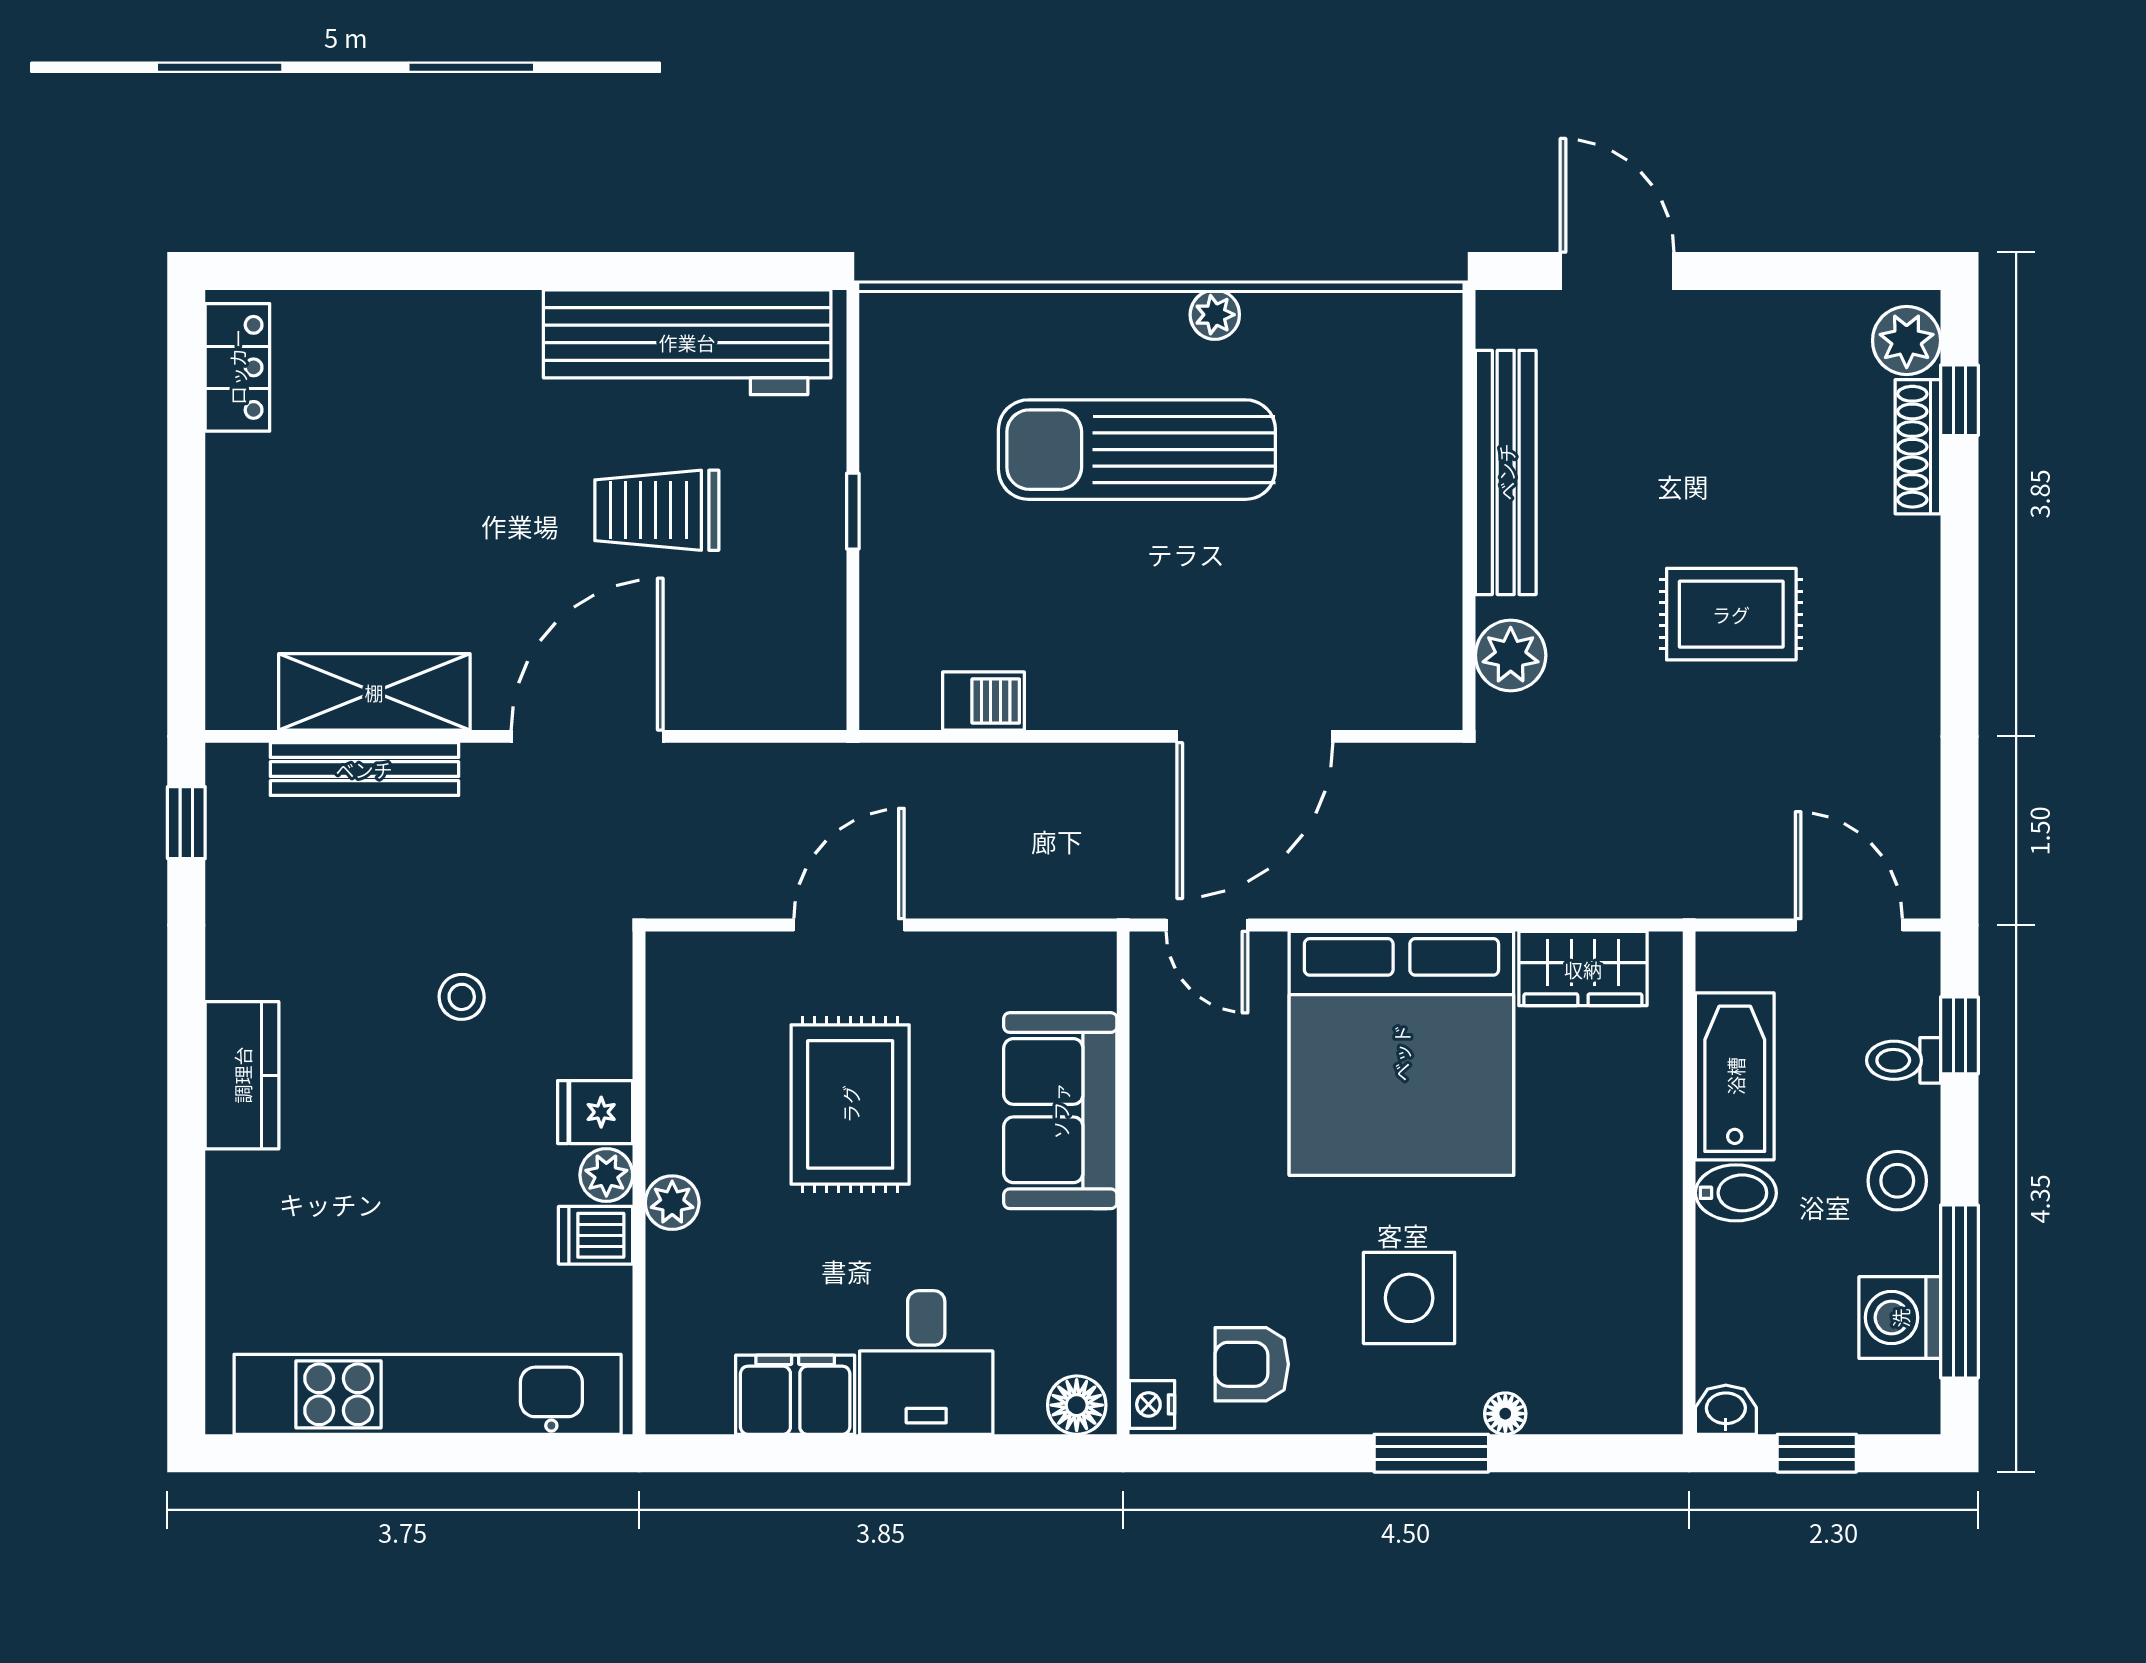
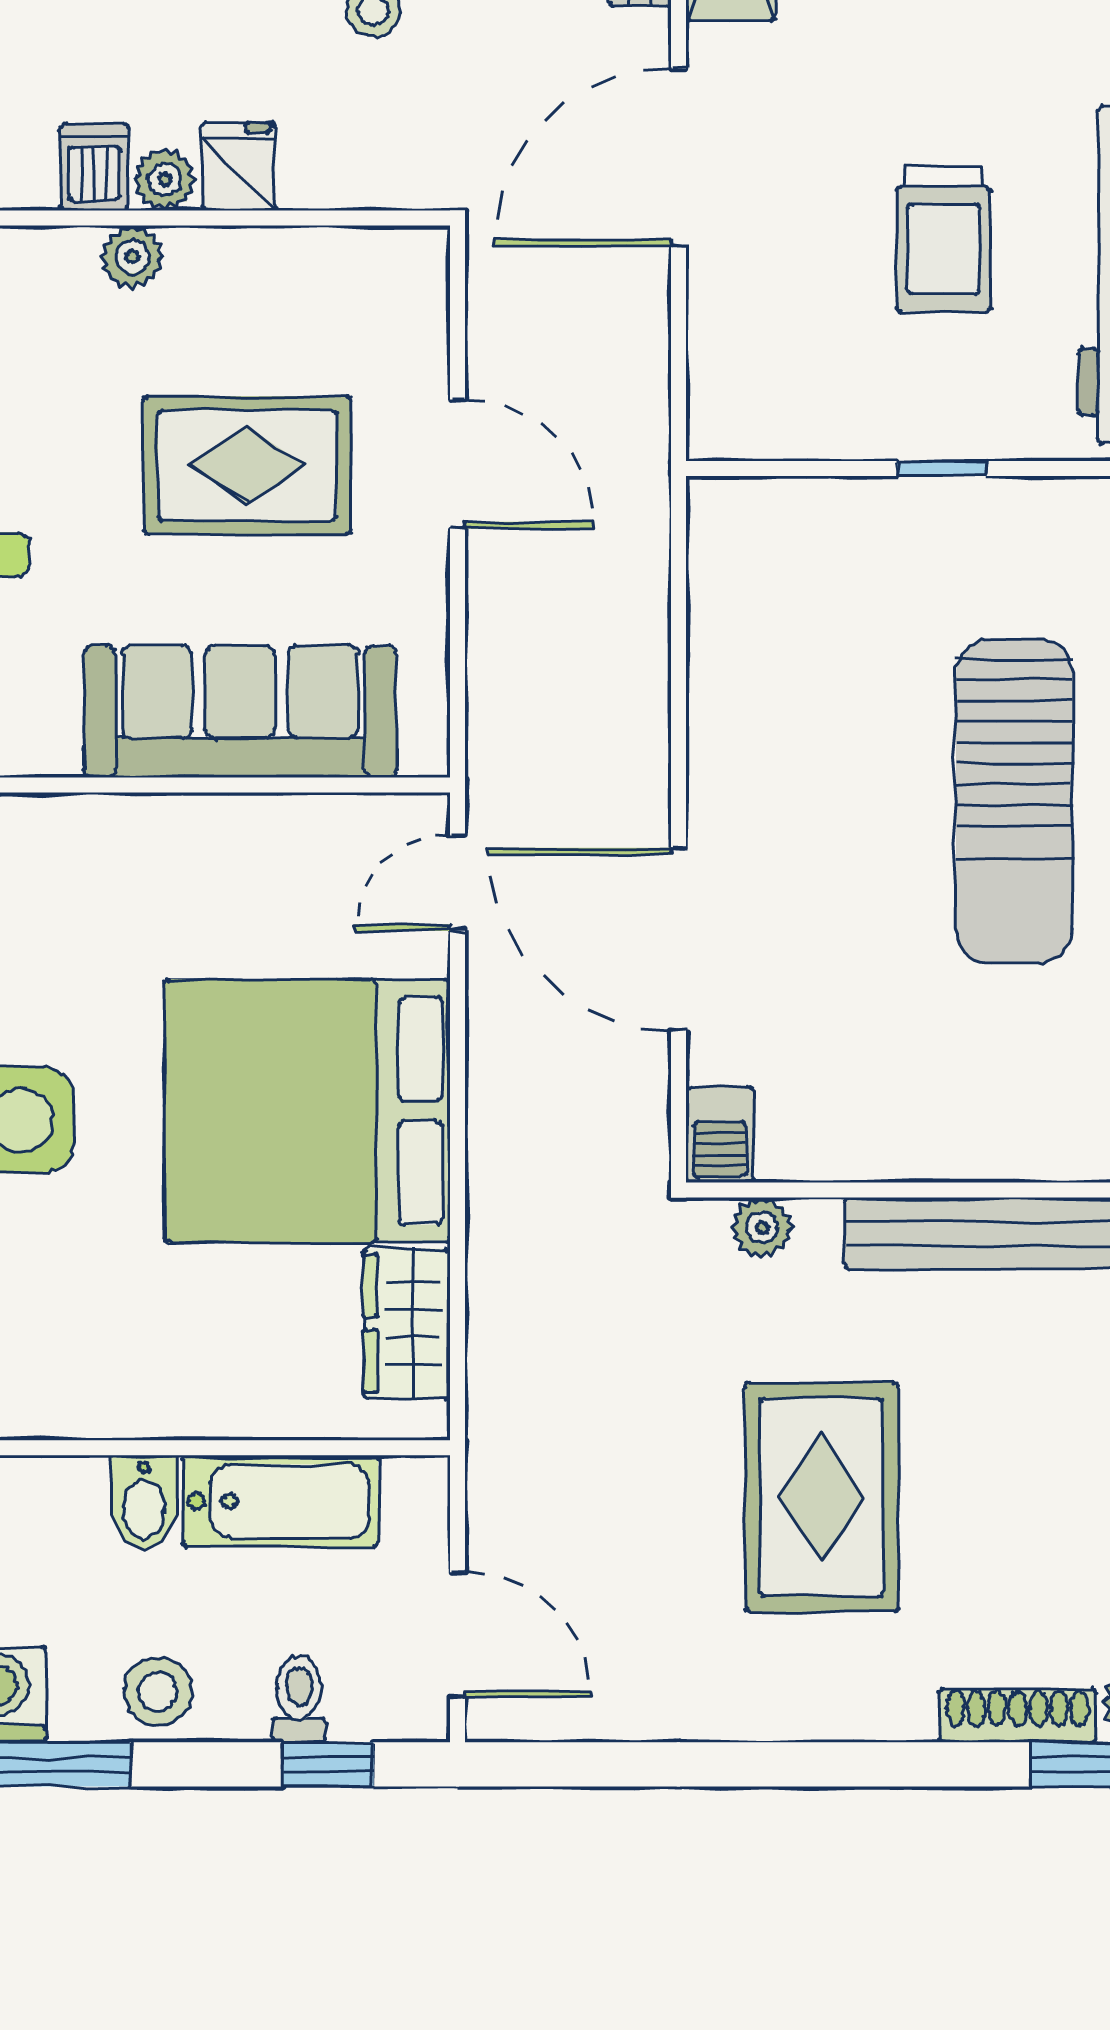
sun lounger: (1137, 450) -> (1014, 801), turned 180
trolley: (657, 510) -> (943, 239), turned 180
rug: (1731, 614) -> (822, 1497), width x1.36, depth x1.43
plant: (1511, 655) -> (762, 1227), width x0.73, depth x0.73
barbecue: (983, 701) -> (720, 1135), moved
door: (587, 736) -> (678, 157), swing flipped
door: (1849, 925) -> (458, 1635), hinge flipped
sofa: (1060, 1111) -> (240, 711), width x1.36

